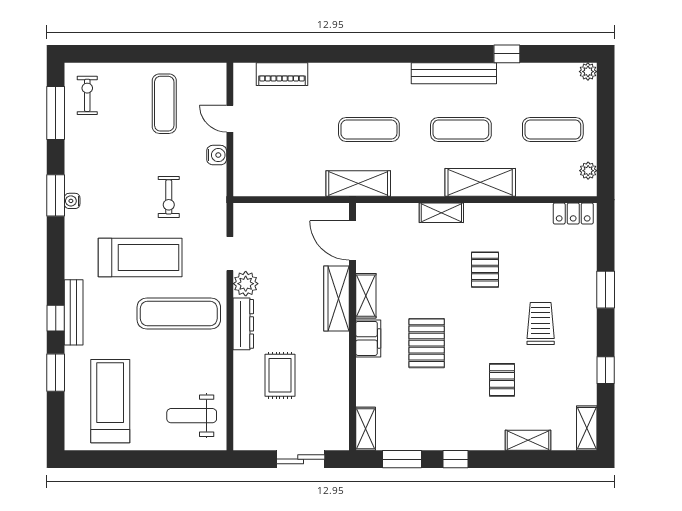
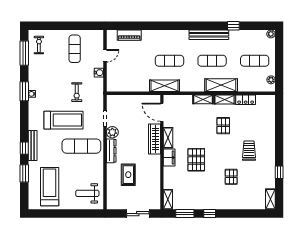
door: (230, 119) -> (105, 56), swing flipped
locker: (573, 214) -> (246, 100), moved
window: (606, 290) -> (279, 135), removed
shelving: (528, 440) -> (225, 100), moved

